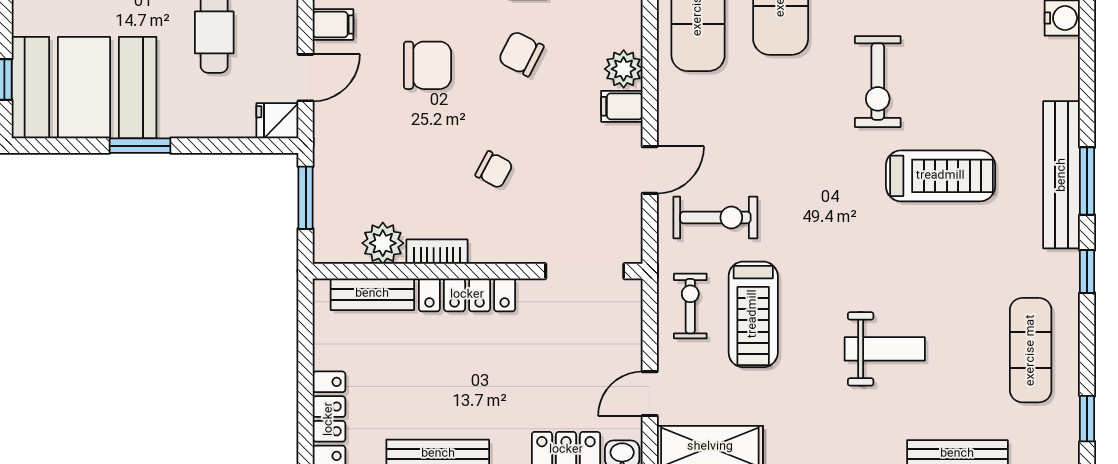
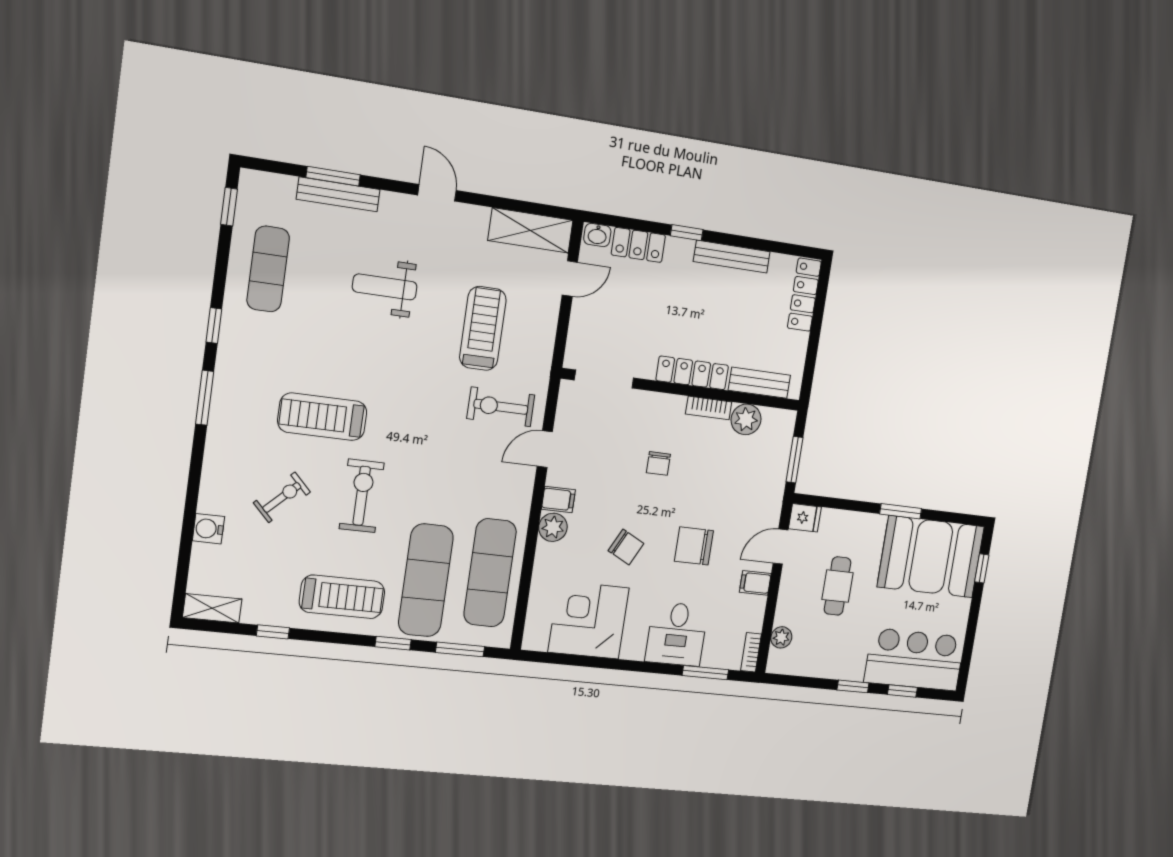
chair: (494, 170) -> (658, 463), turned -118
bench: (1062, 175) -> (225, 405), removed
exercise bike: (690, 306) -> (282, 497), moved, turned -134

